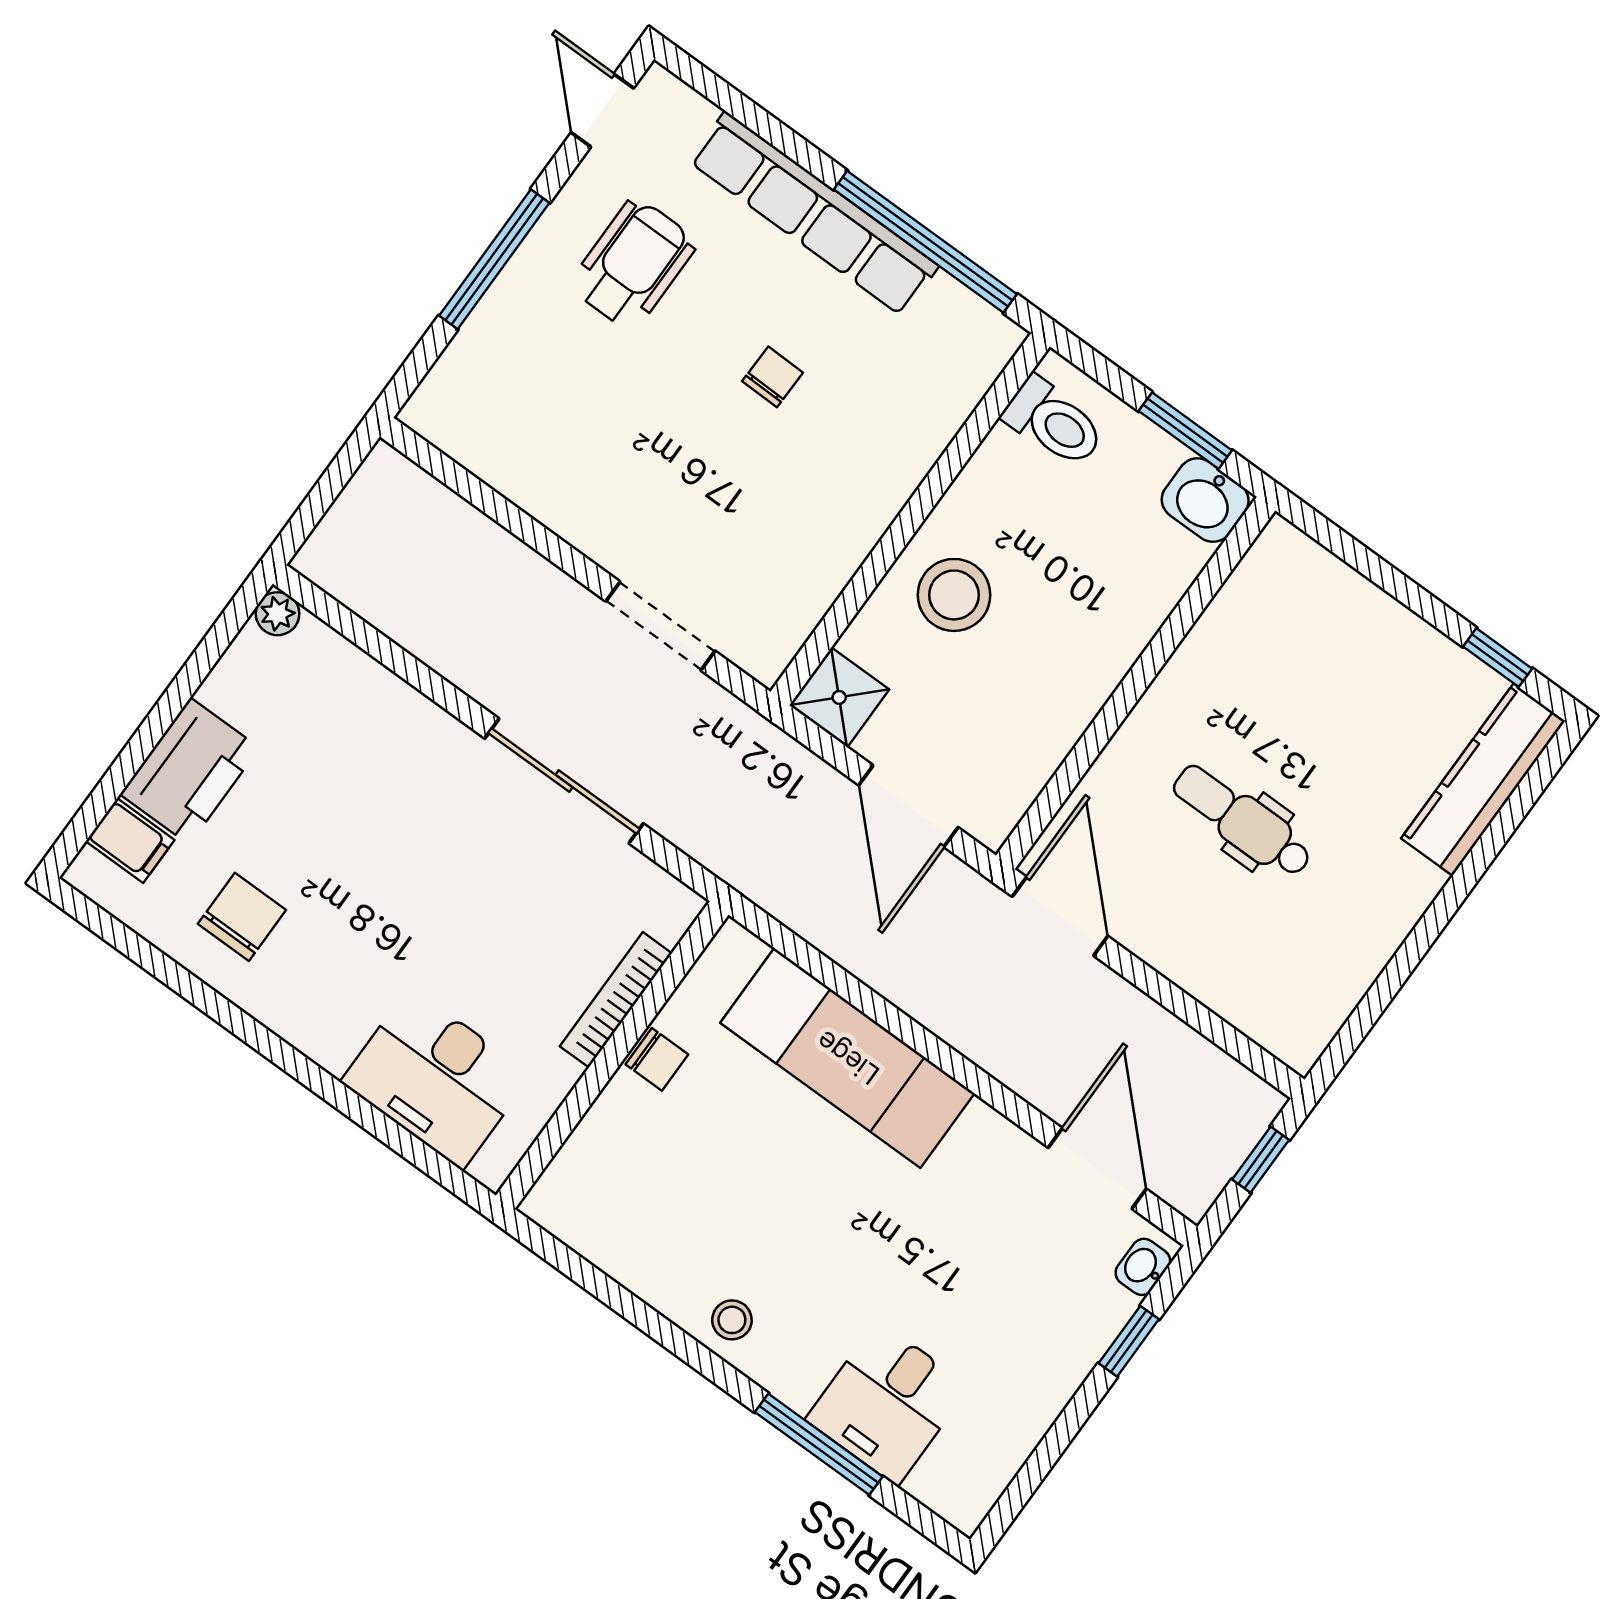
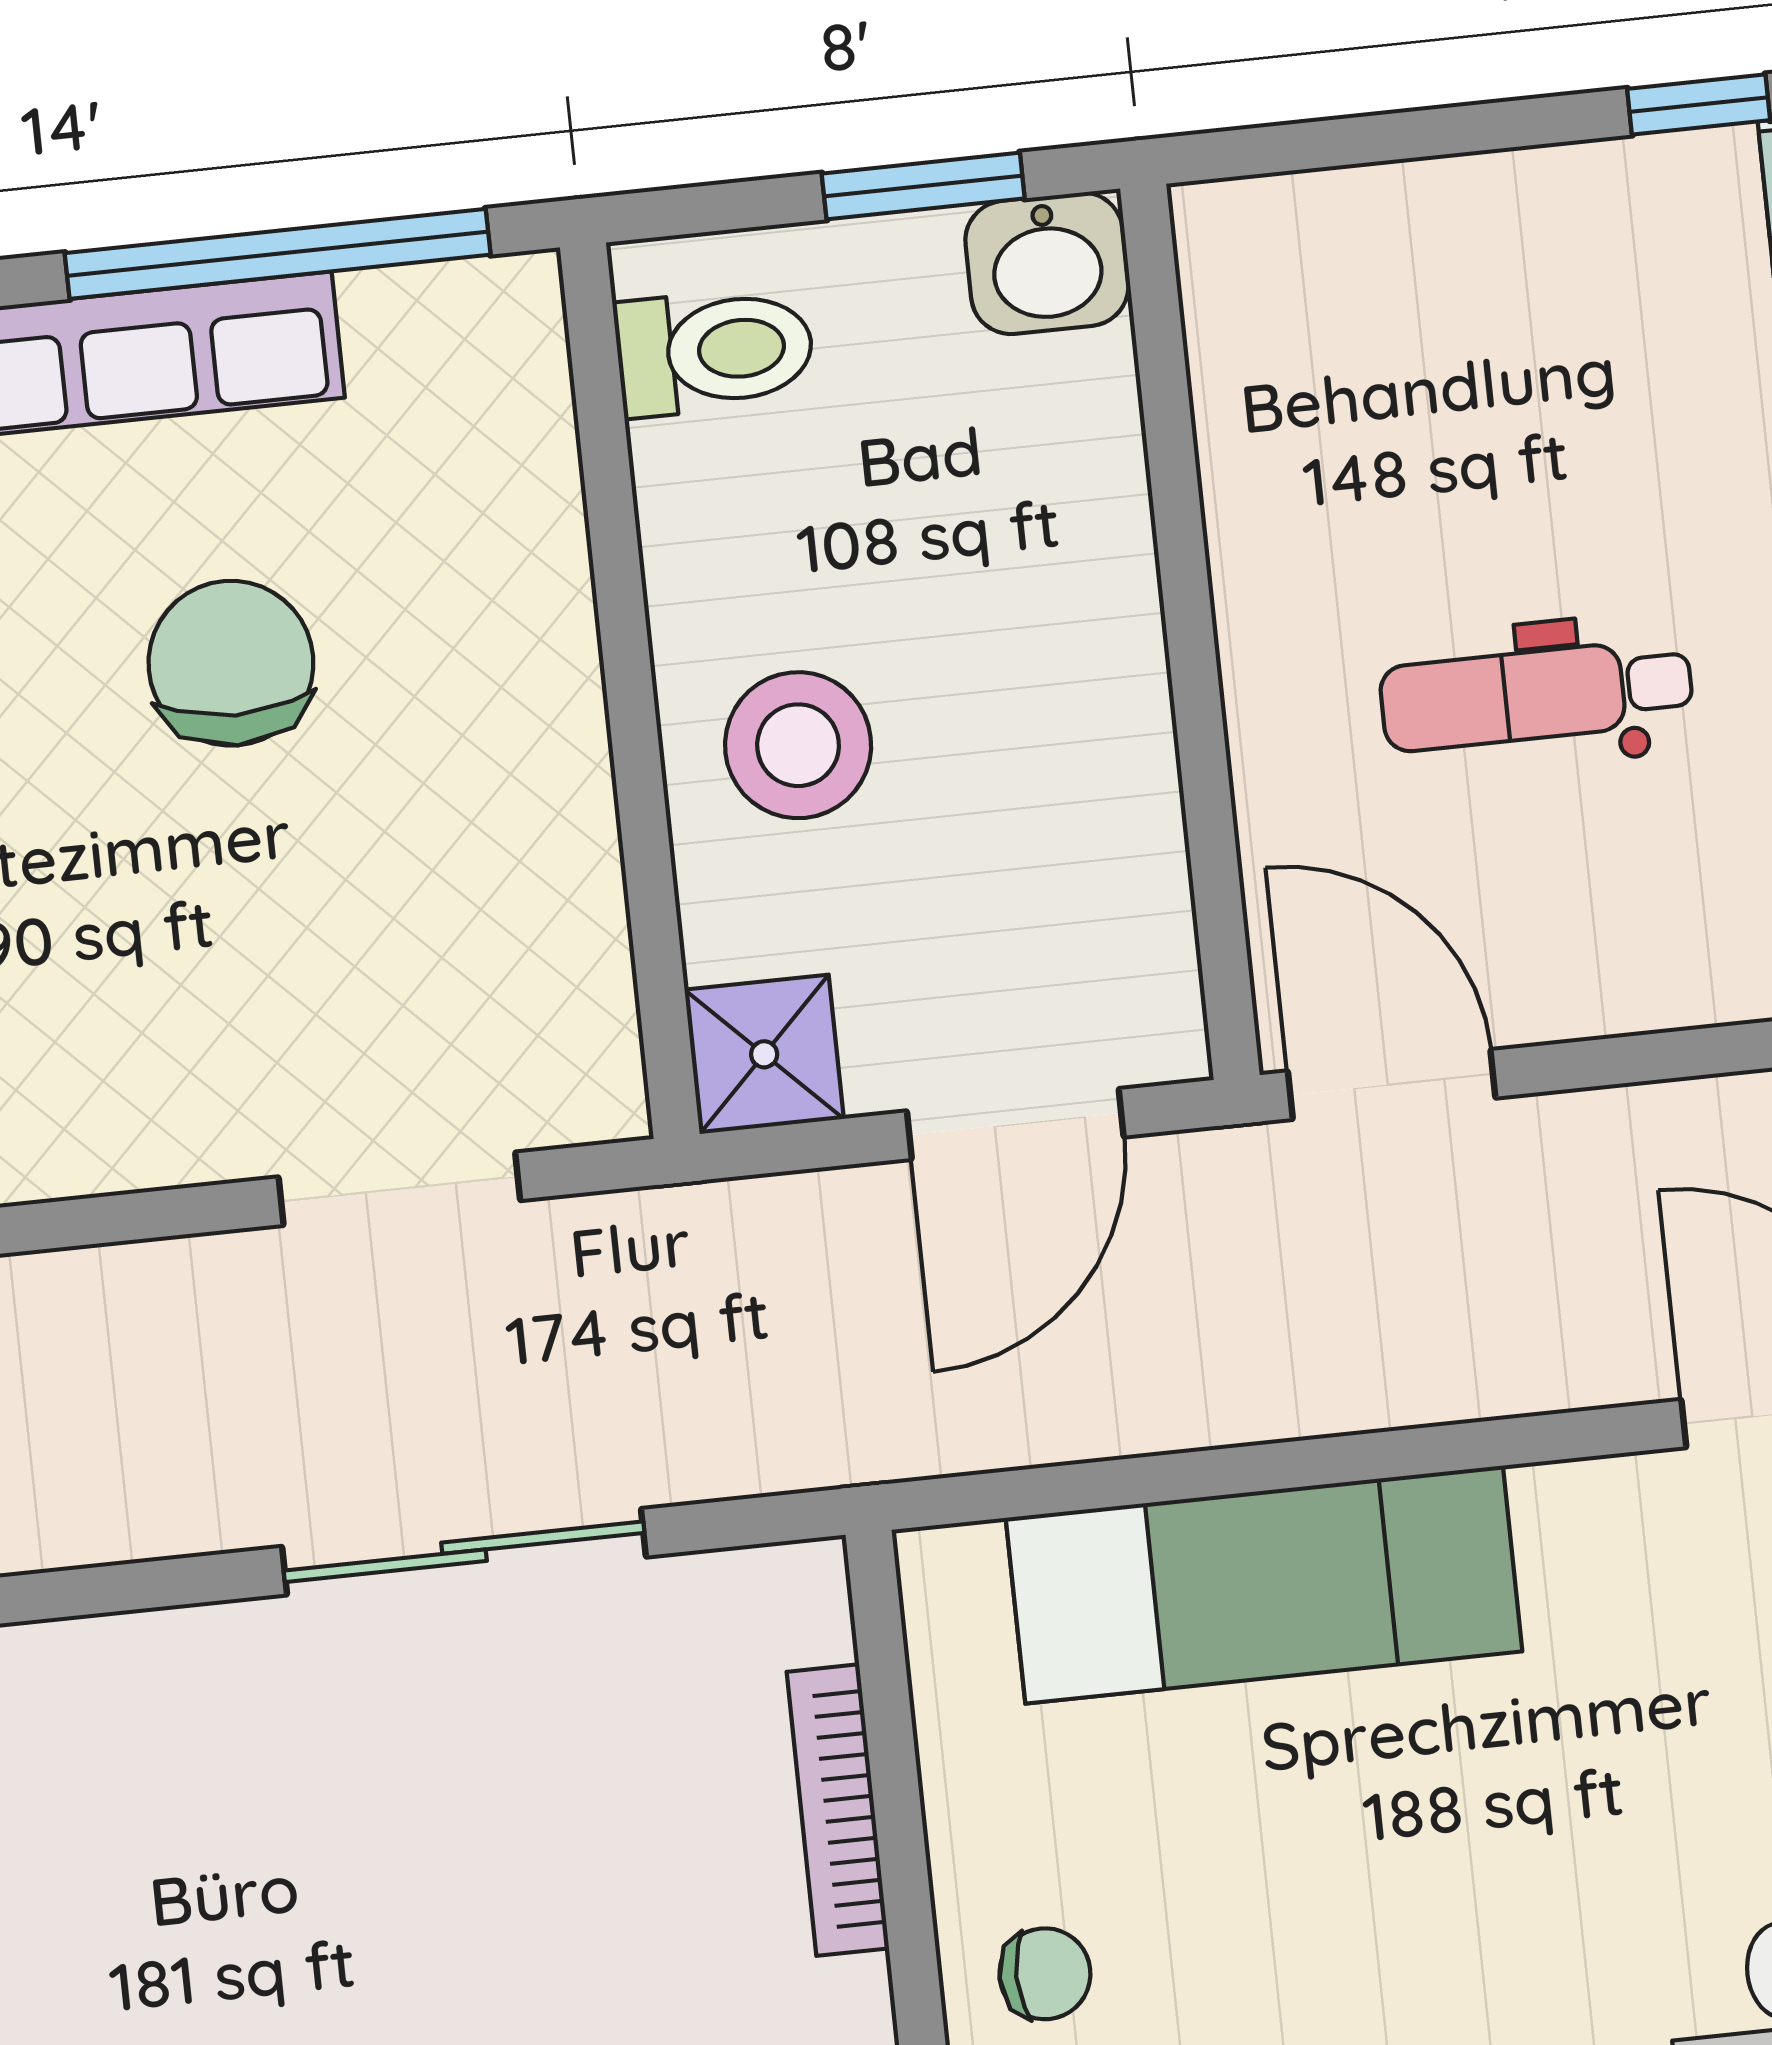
chair: (773, 377) -> (231, 663), width x1.87, depth x1.87
door: (908, 806) -> (1015, 1124), hinge flipped
chair: (657, 1059) -> (1045, 1974), moved

